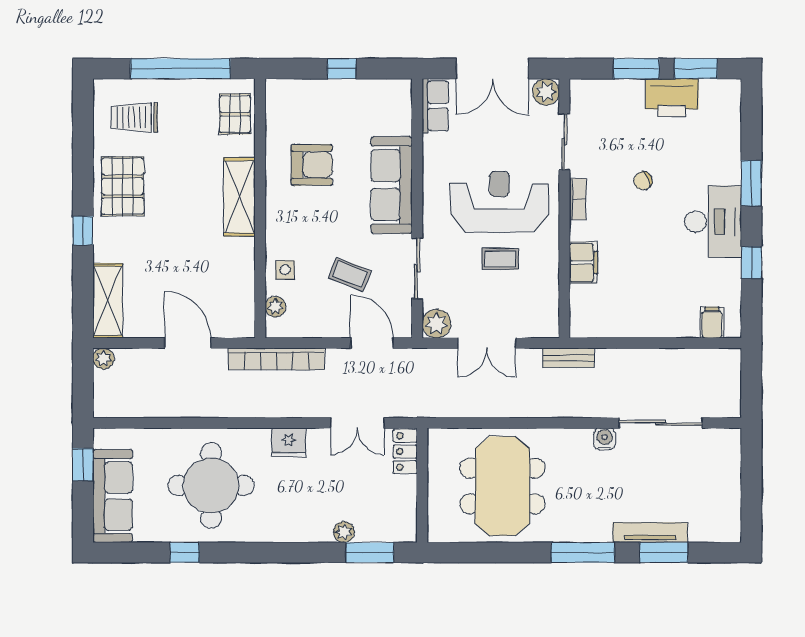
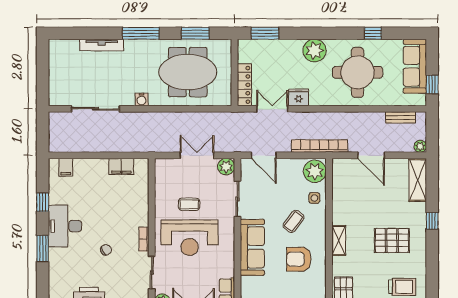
pallet: (123, 186) -> (392, 240), moved, turned 90
shelving: (239, 197) -> (339, 240), width x0.67, depth x0.75
filing cabinet: (583, 262) -> (121, 166), moved, turned -90
coffee table: (350, 274) -> (294, 221), moved, turned -74
plant: (275, 307) -> (315, 171), width x1.87, depth x1.87
bench: (568, 358) -> (401, 117), moved
water cooler: (605, 439) -> (141, 100), moved
fridge: (289, 442) -> (299, 97), moved
locker: (405, 451) -> (244, 85), width x1.53
meeting table: (502, 486) -> (188, 72), turned 90
plant: (344, 532) -> (315, 51), moved, width x1.88, depth x1.88
window: (664, 553) -> (195, 33), moved

